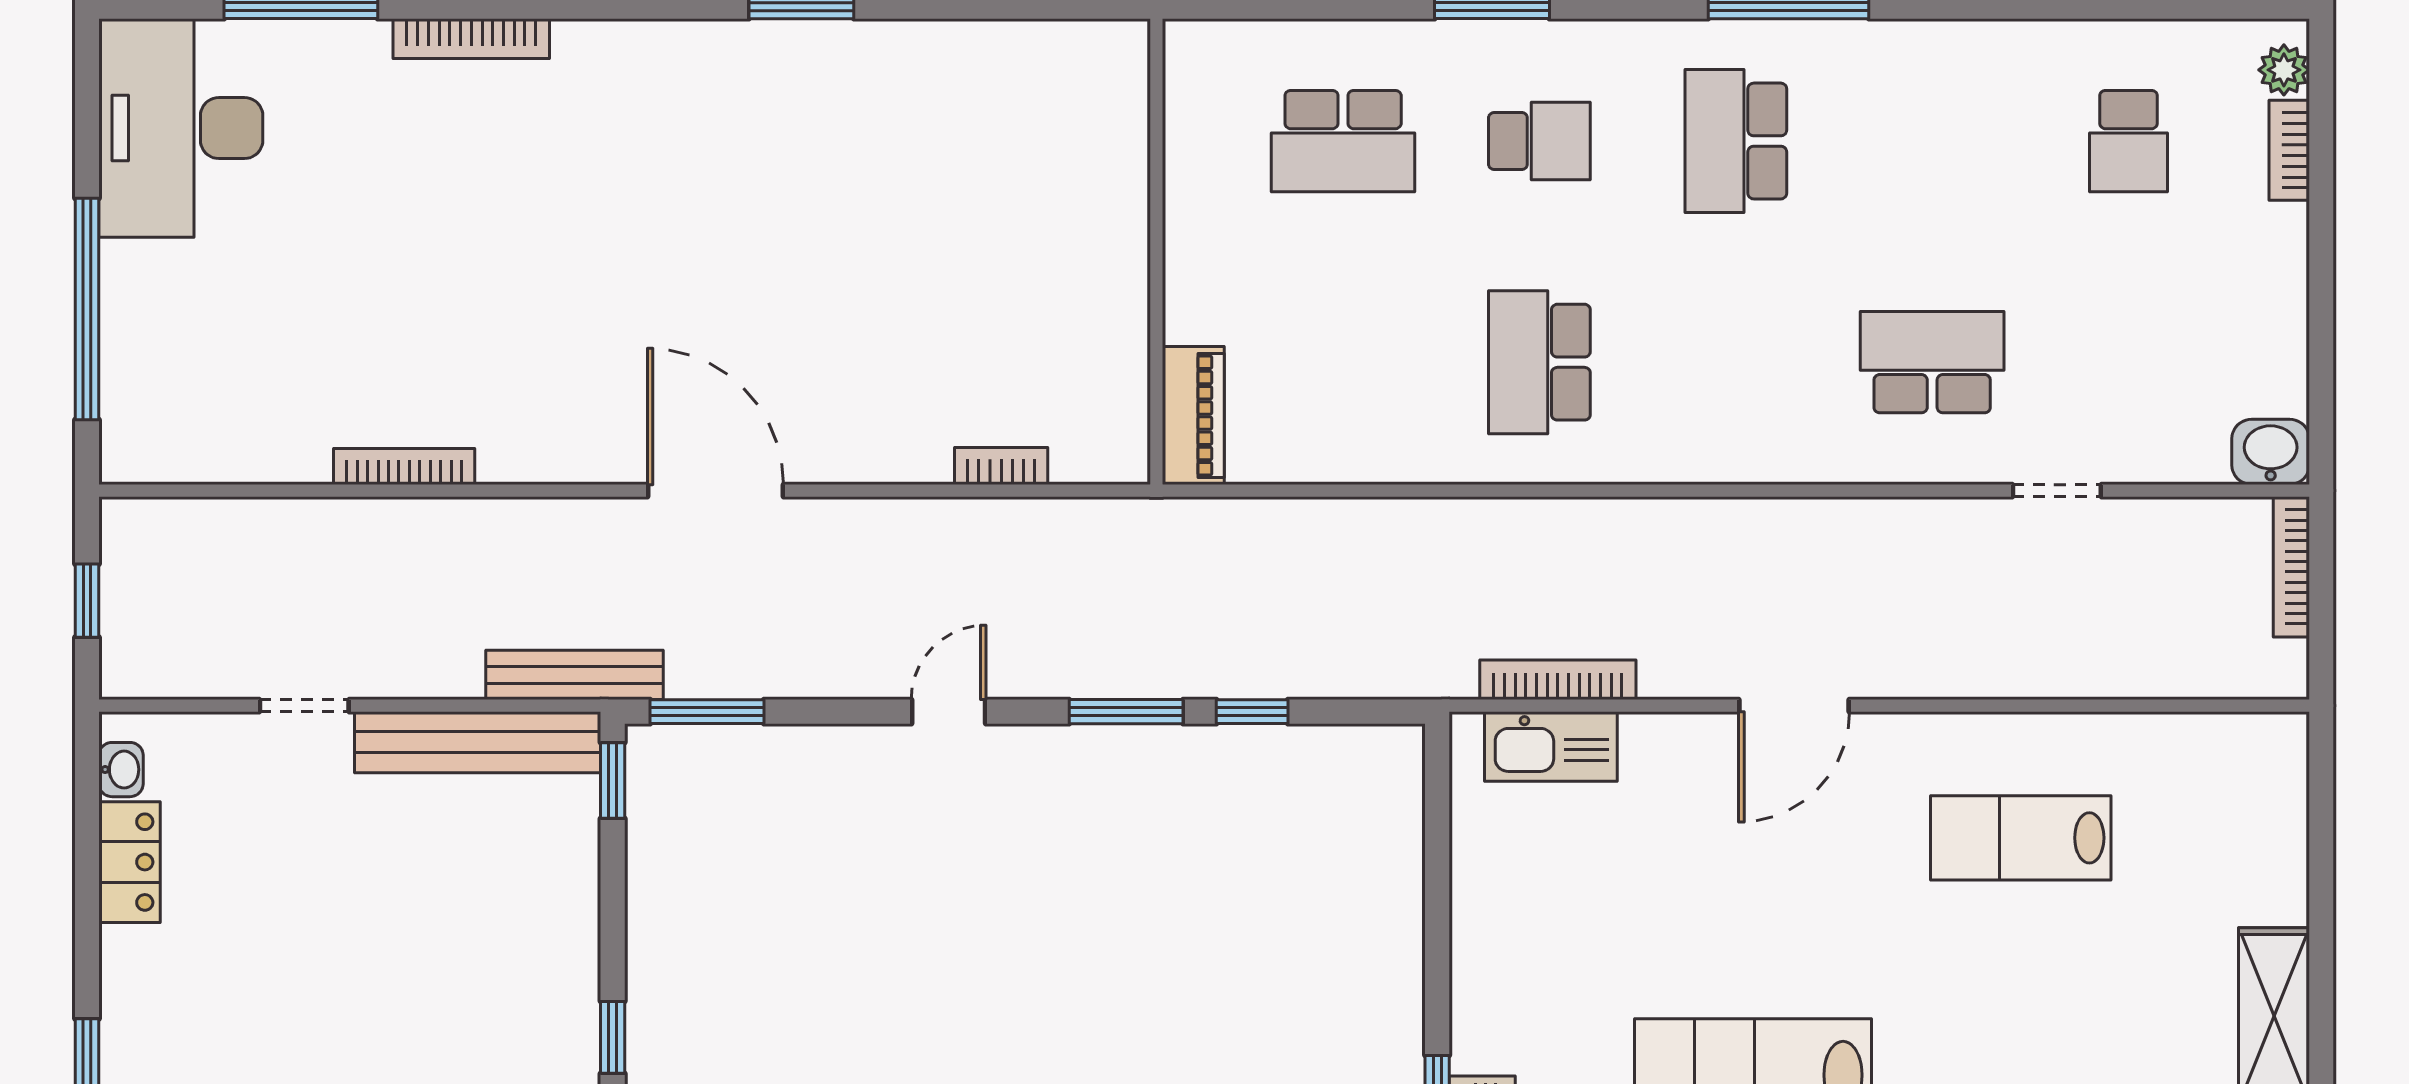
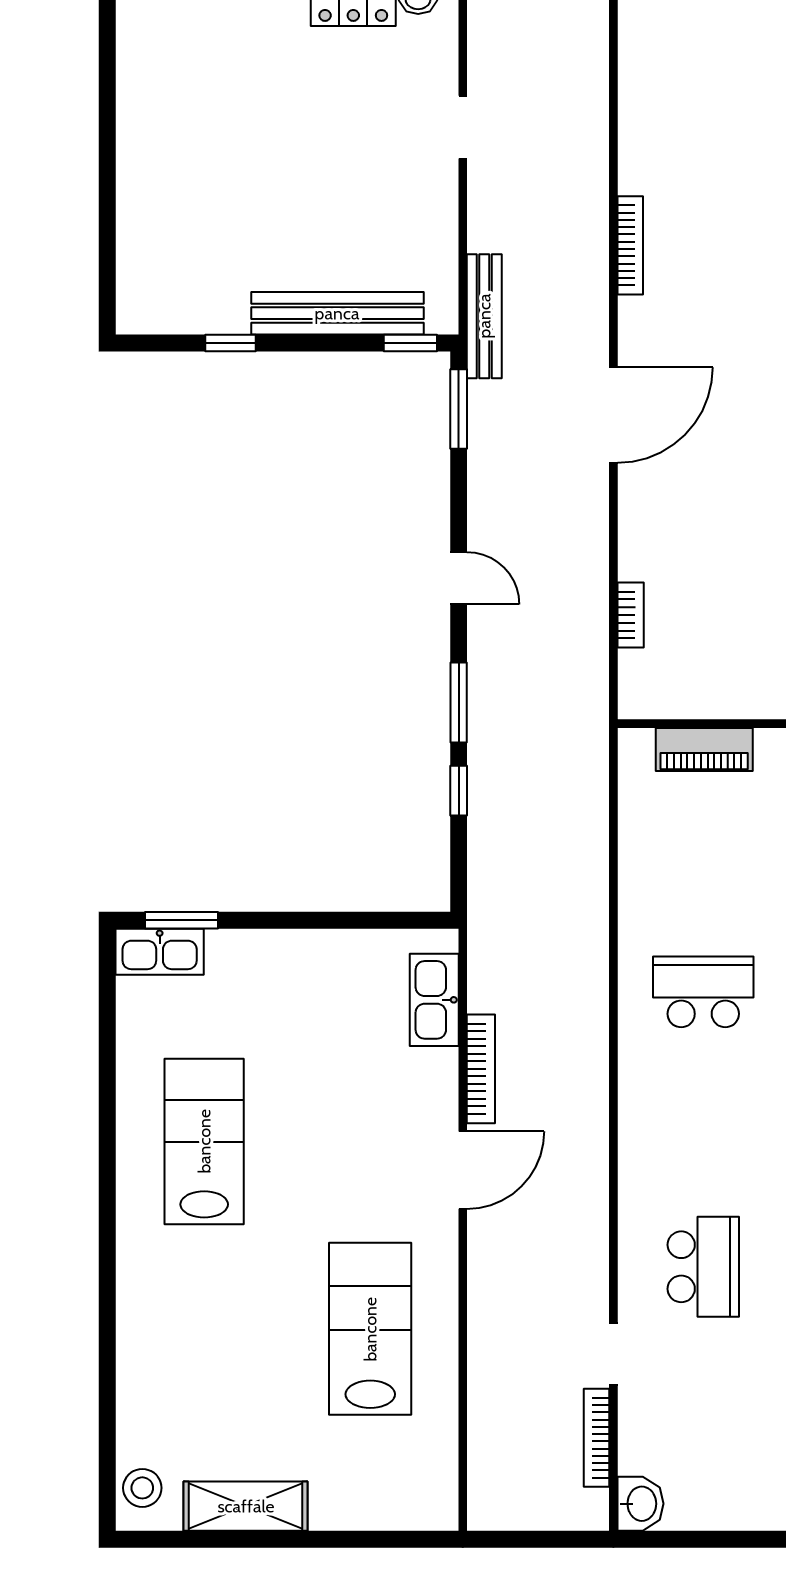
piano: (1193, 416) -> (704, 749), moved
bookcase: (404, 467) -> (630, 245), moved
bookcase: (2291, 567) -> (597, 1438), moved, turned -90
bookcase: (1558, 680) -> (481, 1069), moved
door: (1794, 706) -> (463, 1170), swing flipped
bench: (478, 742) -> (337, 313), moved, turned 90
lab bench: (2021, 838) -> (370, 1329), width x1.36, depth x1.39

